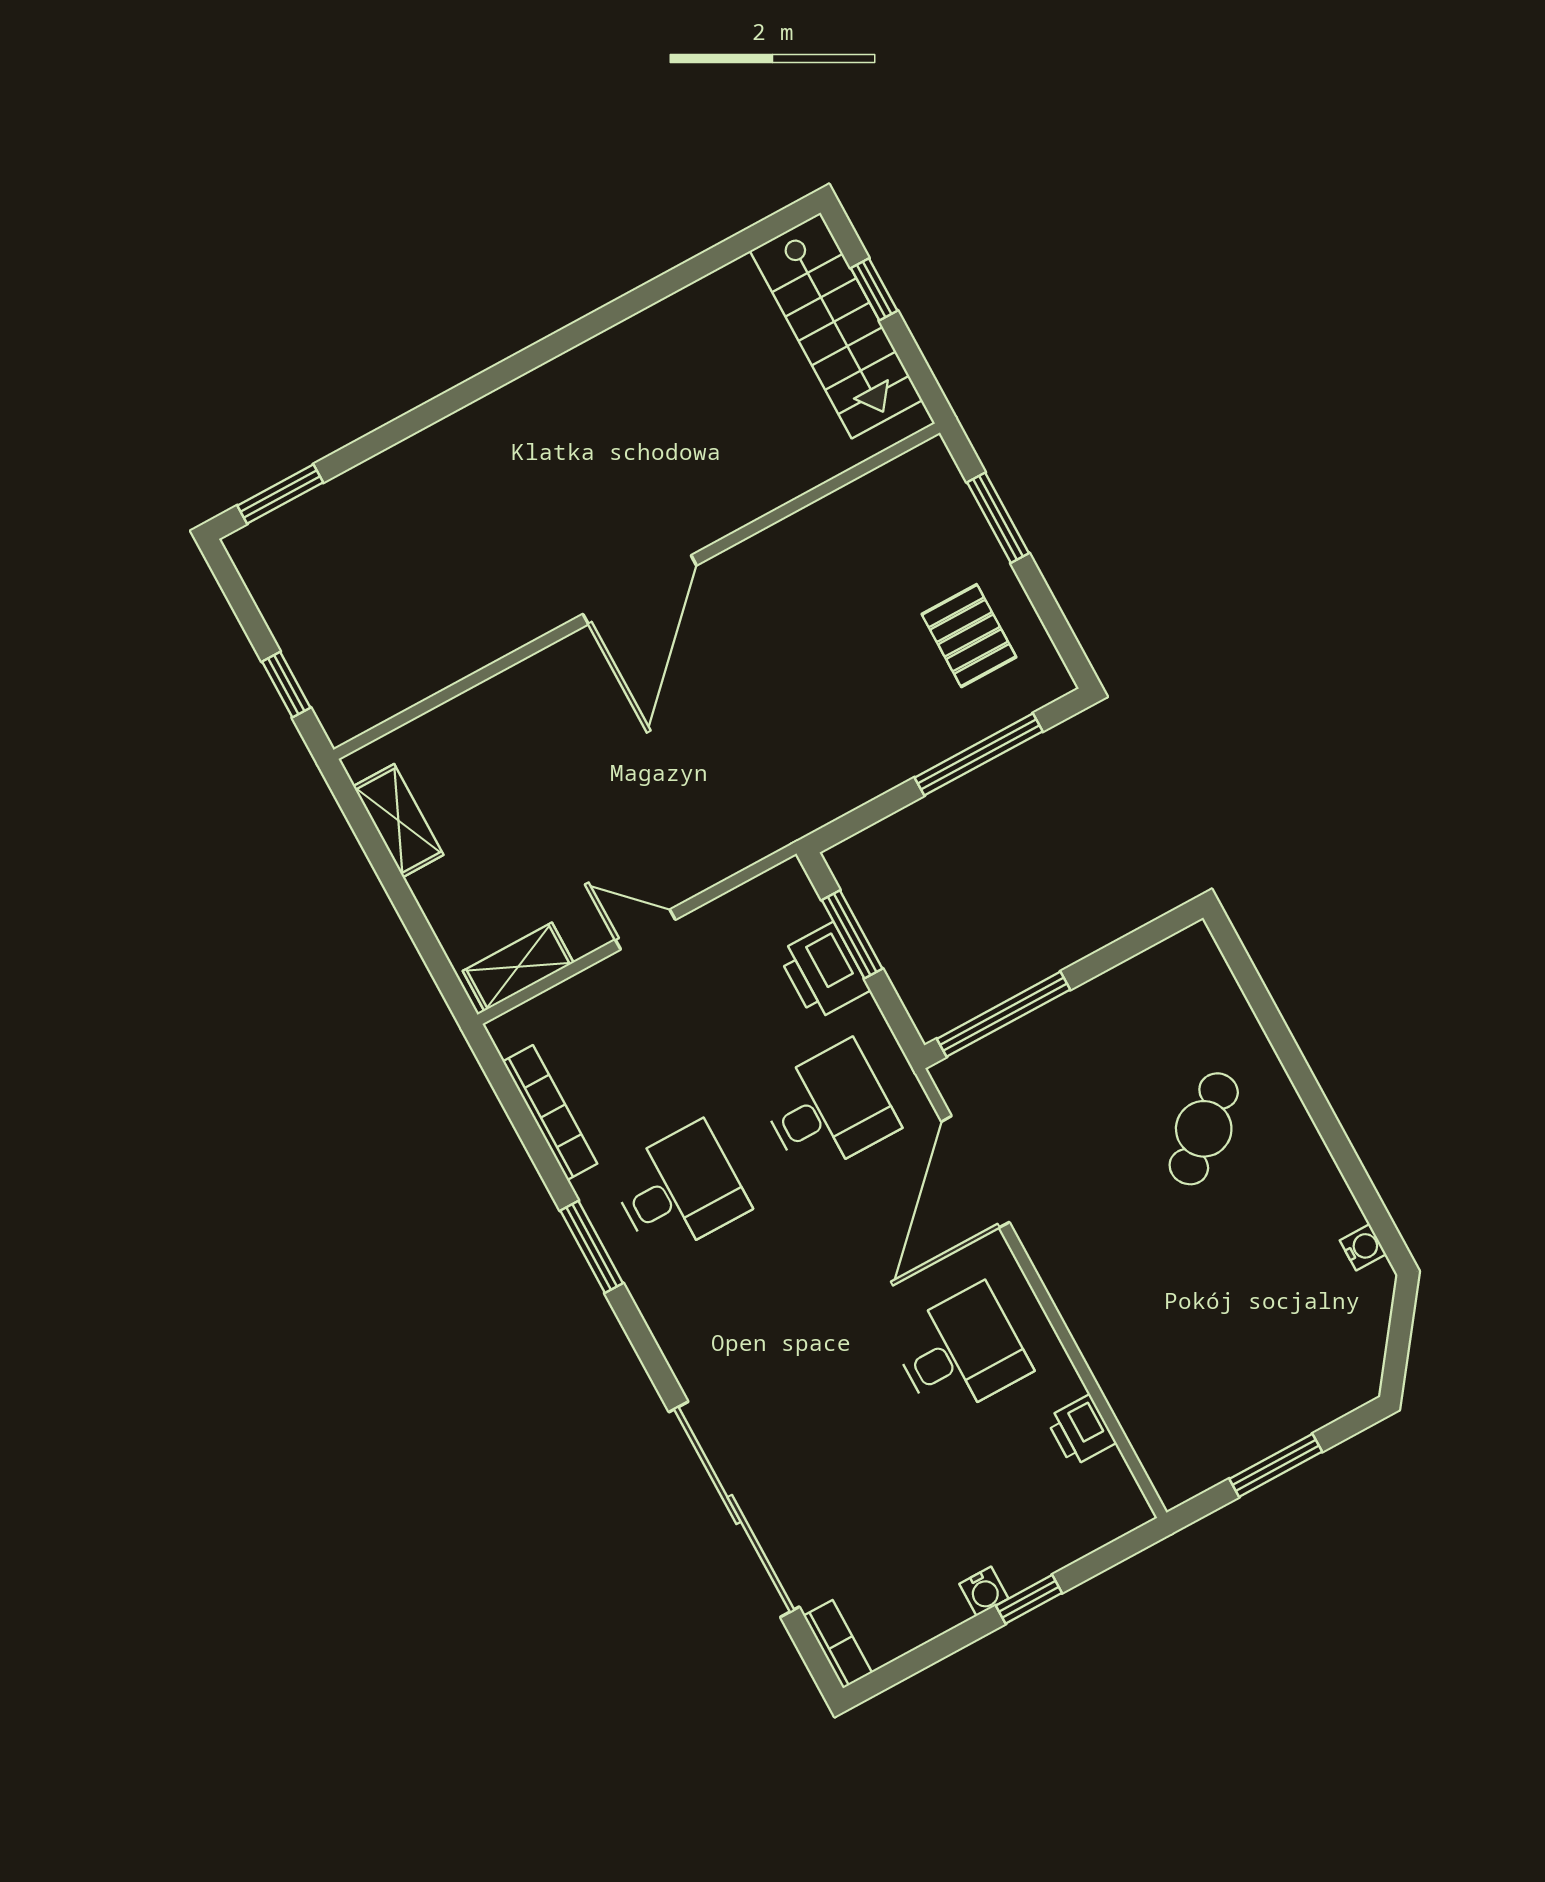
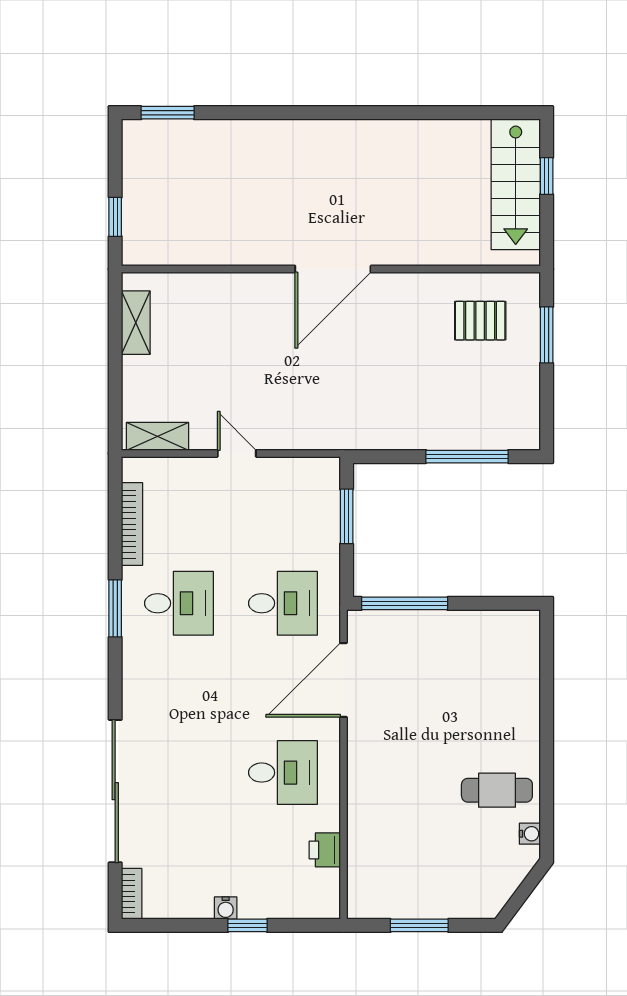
pallet: (969, 636) -> (480, 321), moved, turned 90
printer: (824, 971) -> (320, 528), removed
cafe table: (1204, 1129) -> (497, 790), moved, turned 40

